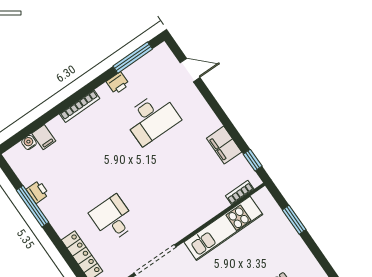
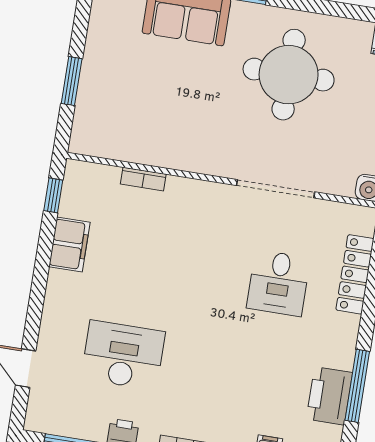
printer: (38, 192) -> (329, 396), width x1.87, depth x1.48
bookcase: (240, 192) -> (143, 179), moved
kitchen unit: (223, 228) -> (162, 149), removed

